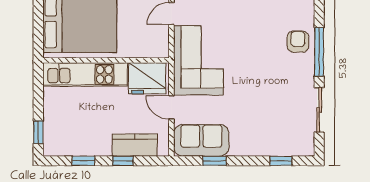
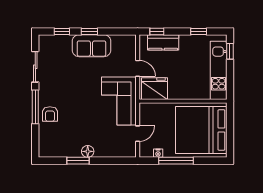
kitchen unit: (85, 74) -> (219, 70), moved, turned -90
sofa: (201, 140) -> (91, 46), moved
window: (123, 161) -> (157, 31), moved
window: (214, 161) -> (89, 31), moved

